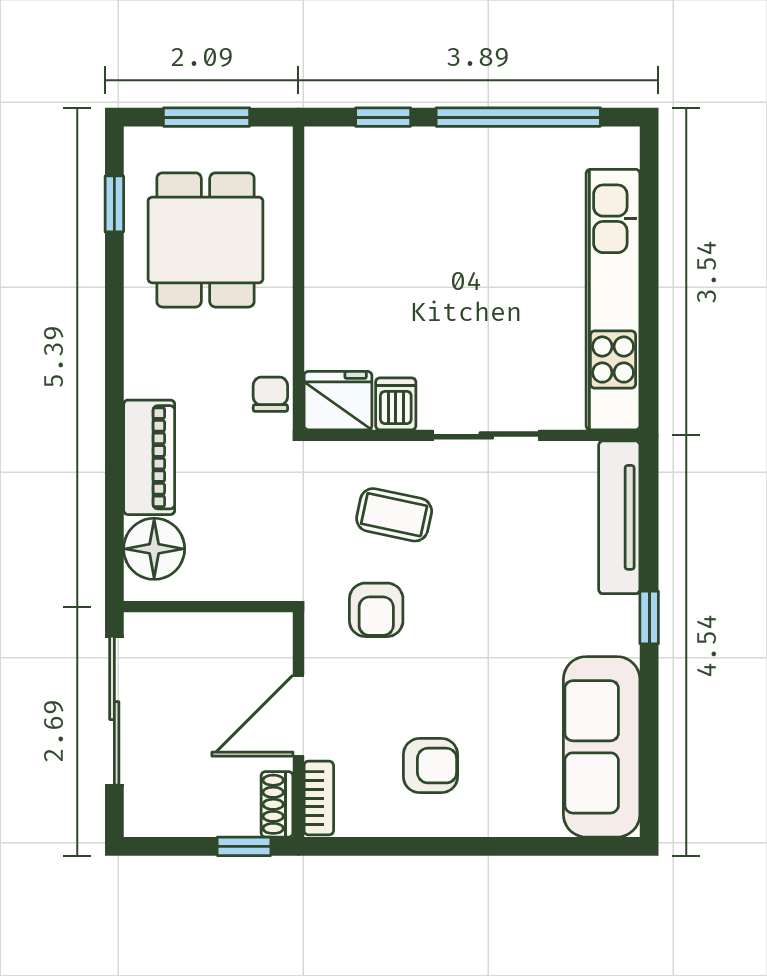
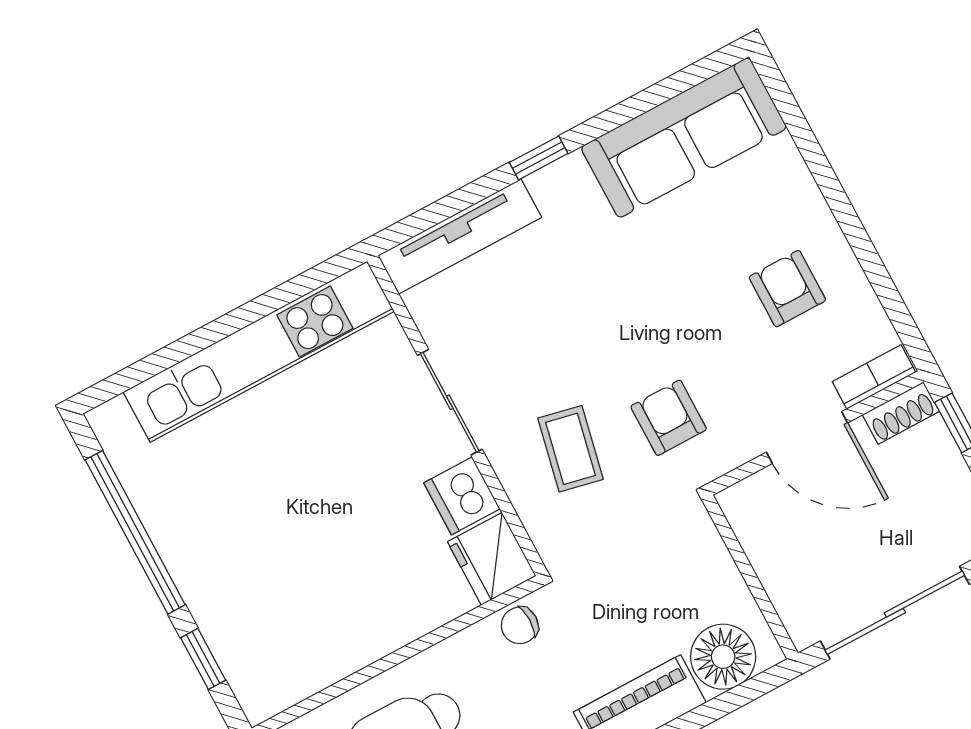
dishwasher: (396, 404) -> (462, 496), width x1.38
armchair: (376, 610) -> (669, 418), turned -90

